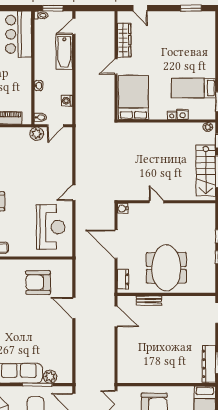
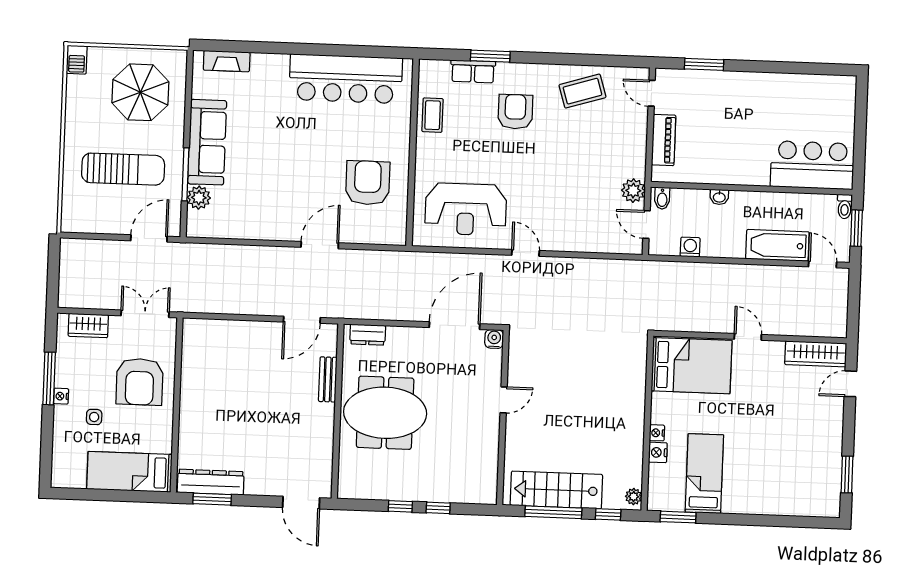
wardrobe: (124, 40) -> (816, 354), moved
door: (116, 244) -> (454, 326), moved

